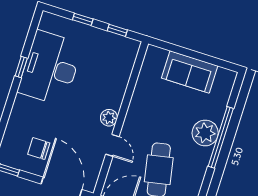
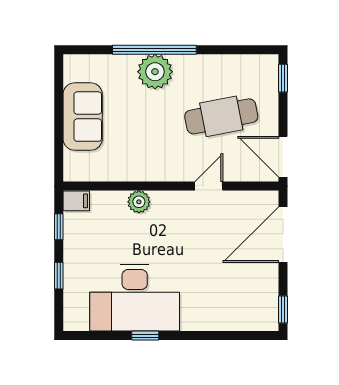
filing cabinet: (132, 49) -> (76, 201), added
plant: (109, 118) -> (139, 202), moved
chair: (39, 149) -> (243, 280), removed

